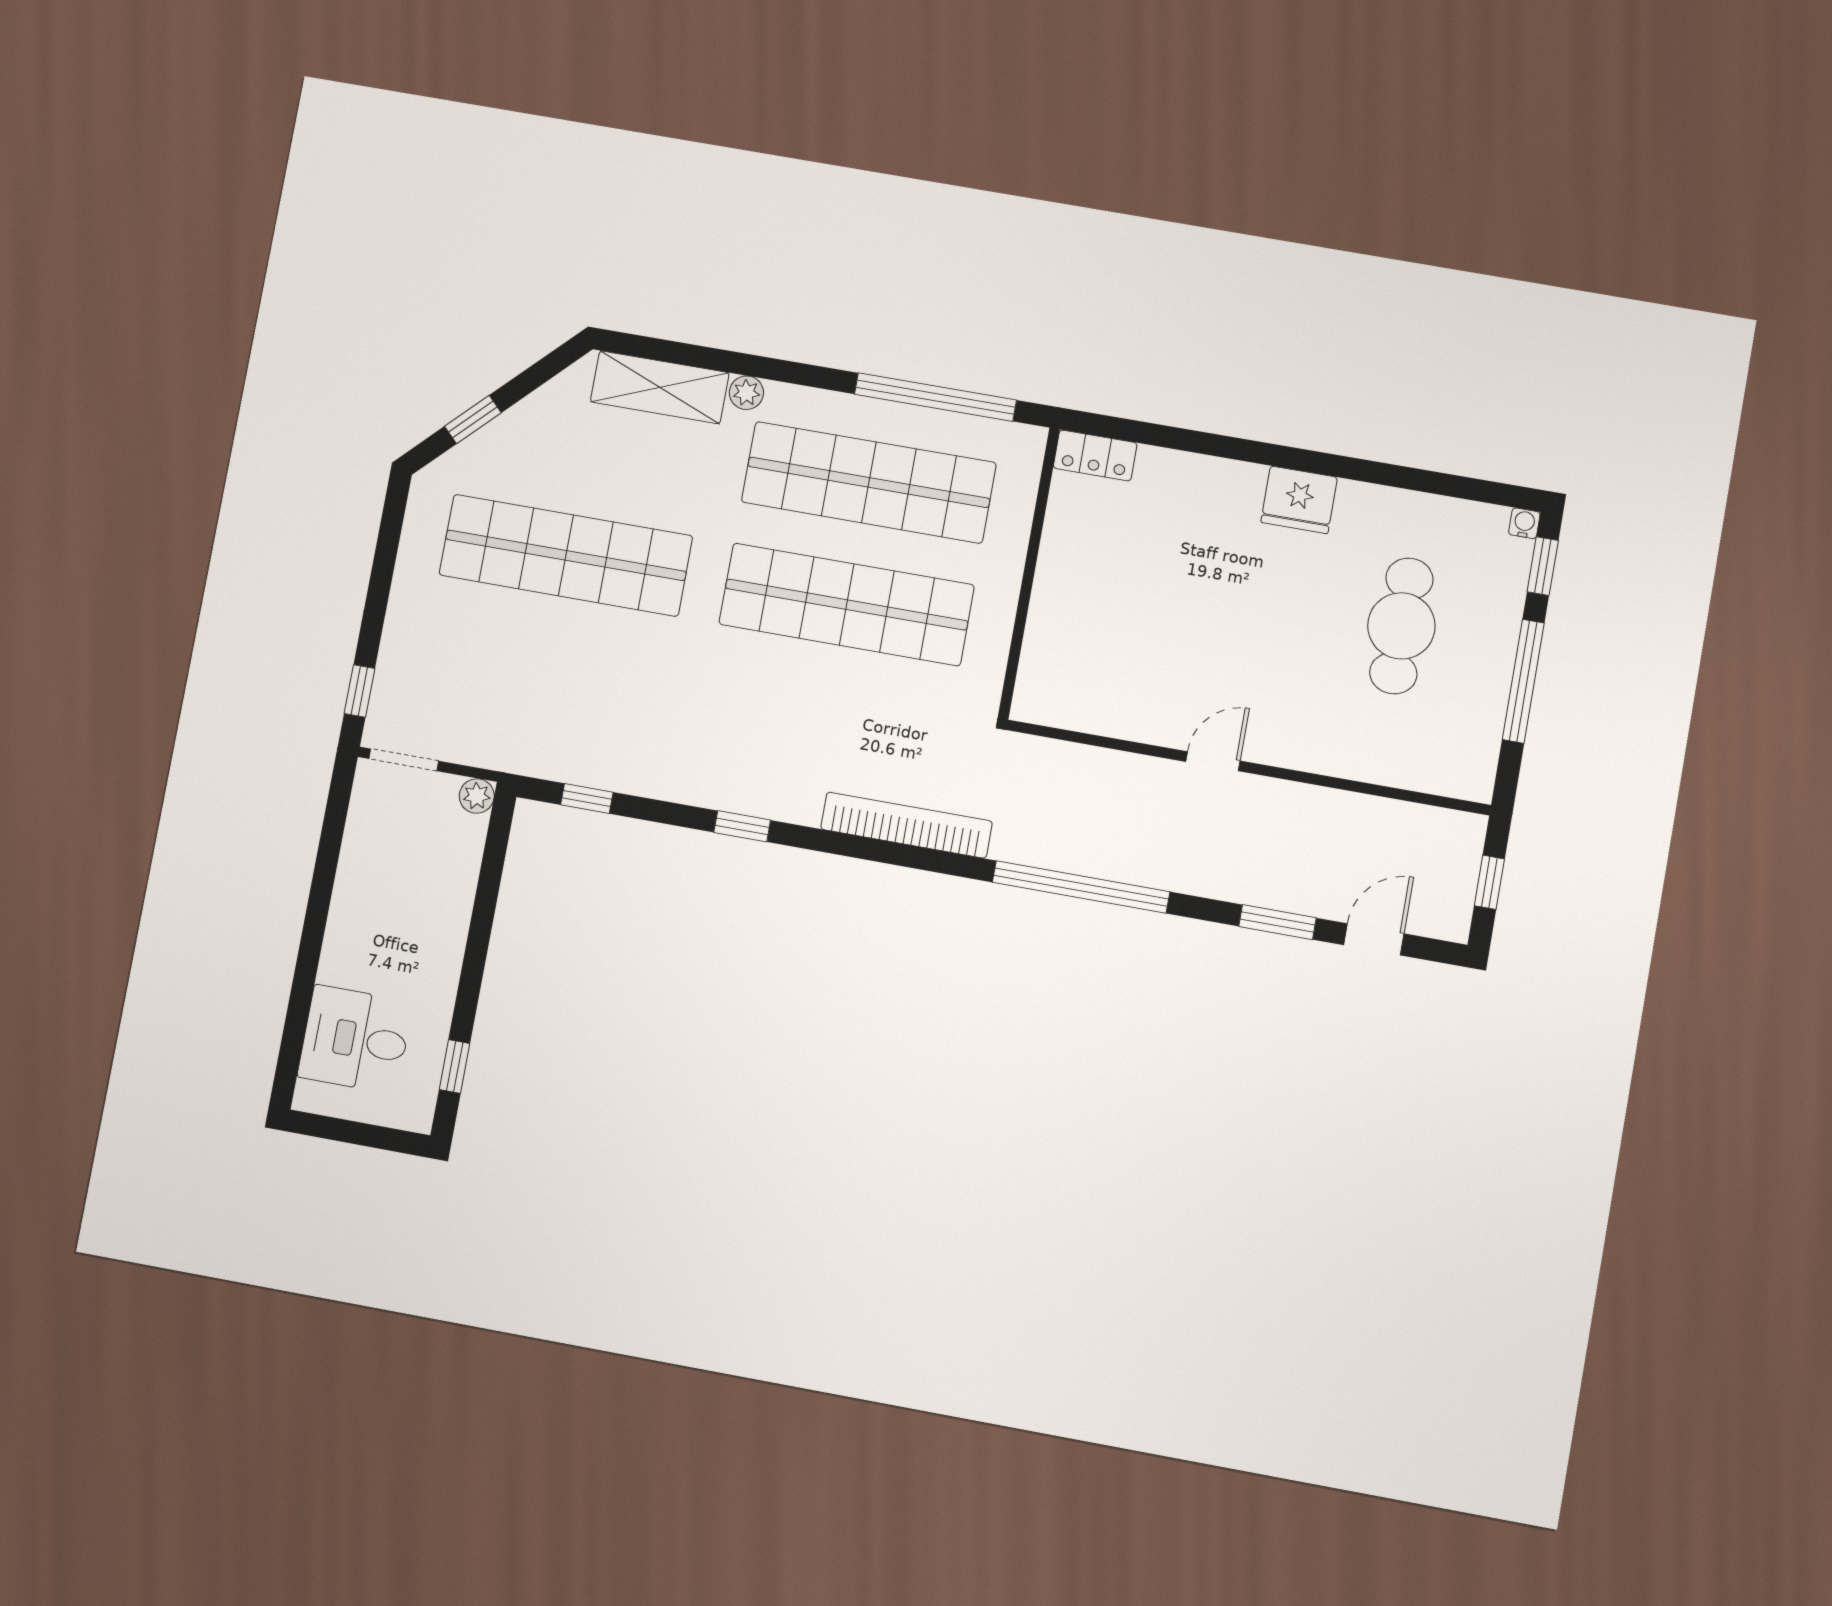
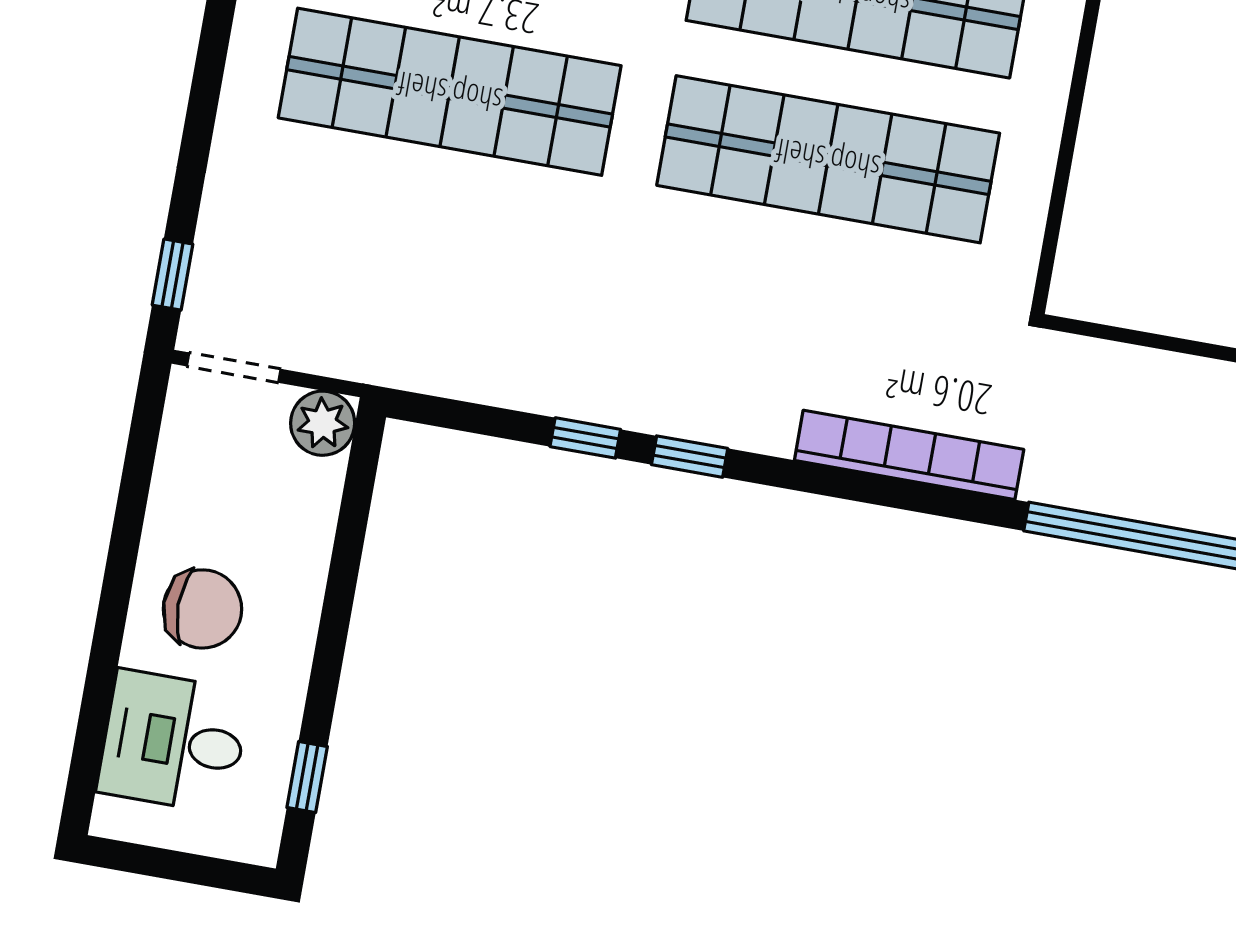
plant: (477, 796) -> (323, 423), width x1.38, depth x1.38
window: (587, 798) -> (585, 438), moved
chair: (378, 940) -> (203, 609), added

